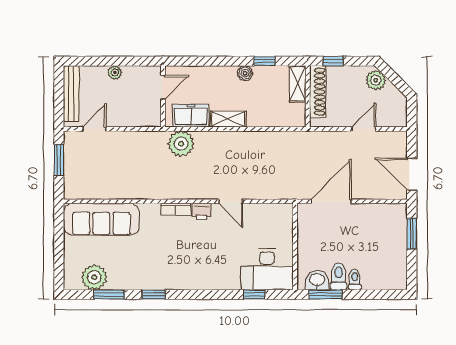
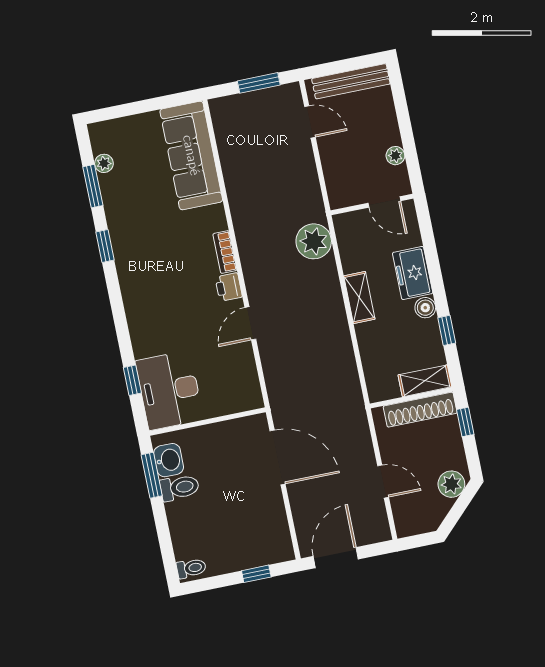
plant: (115, 72) -> (395, 156), moved
freezer: (191, 116) -> (413, 273), moved, turned 180
window: (412, 234) -> (256, 574), width x0.67
plant: (94, 277) -> (104, 163), width x0.53, depth x0.53
toilet: (355, 280) -> (191, 568), moved

